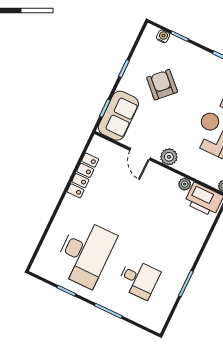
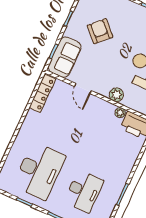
plant: (169, 157) -> (116, 95), moved
locker: (83, 175) -> (42, 93), moved
desk: (139, 279) -> (84, 191), width x1.37

